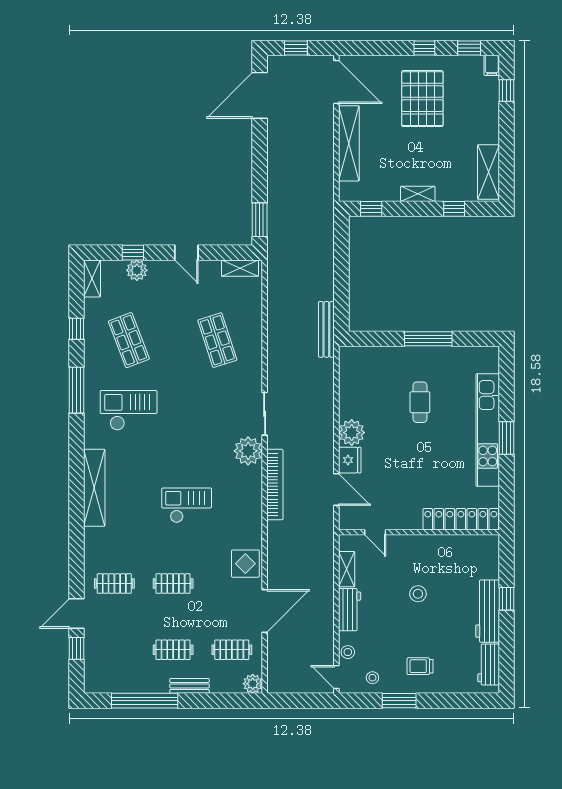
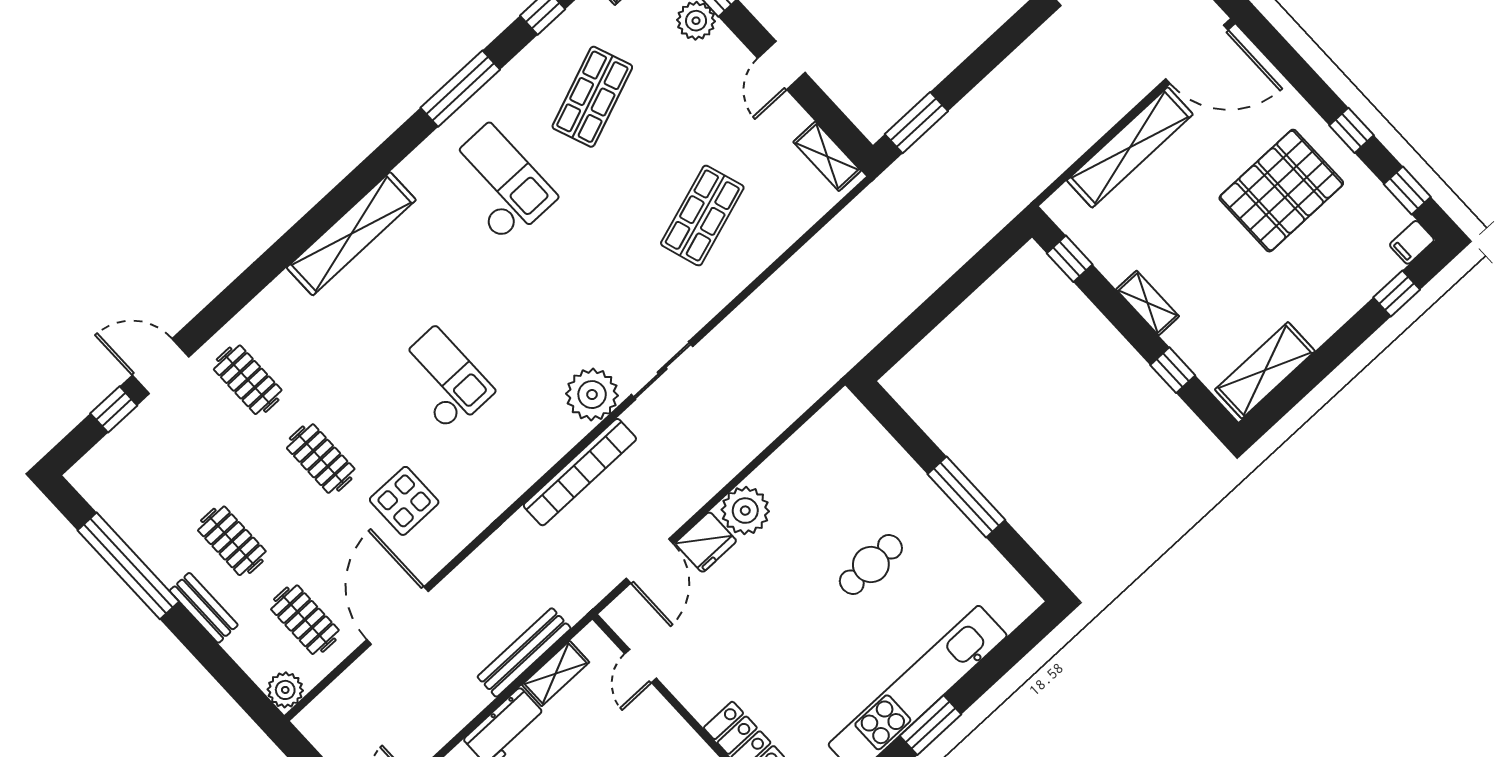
door: (336, 82) -> (1197, 54), hinge flipped
bench: (326, 329) -> (524, 652), moved
display table: (245, 564) -> (404, 501), moved
door: (265, 611) -> (398, 615), swing flipped

